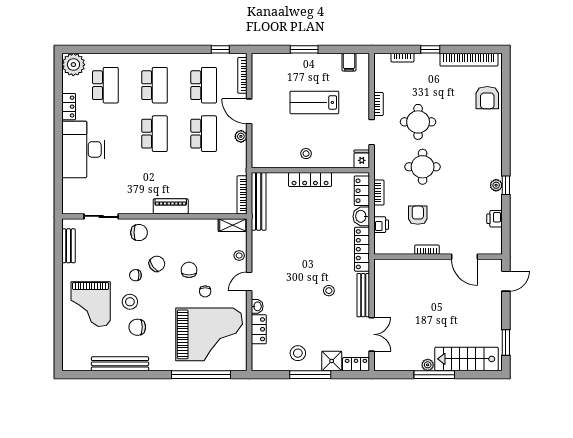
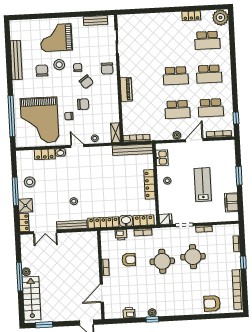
filing cabinet: (349, 62) -> (231, 202), width x2.00
desk: (83, 149) -> (162, 27), removed
kitchen sink: (272, 160) -> (162, 158), added

